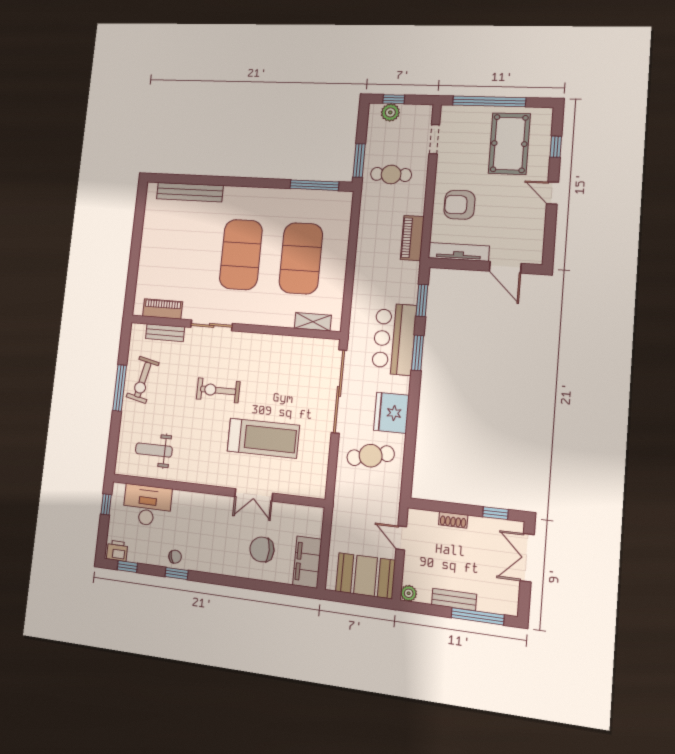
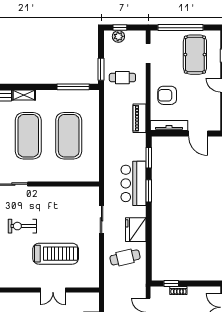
shelving: (313, 322) -> (24, 95), moved
sliding door: (339, 391) -> (102, 219), width x0.54
window: (495, 513) -> (171, 284), moved

